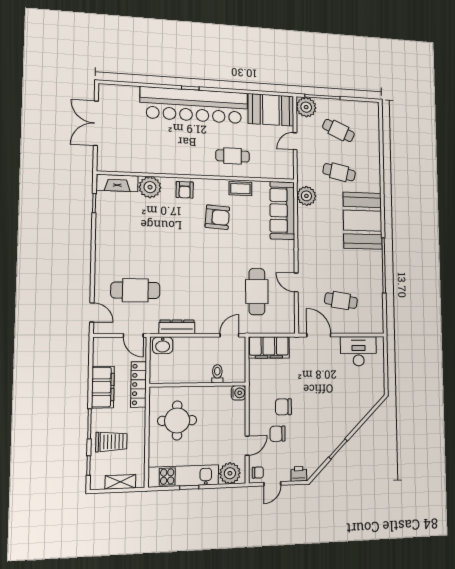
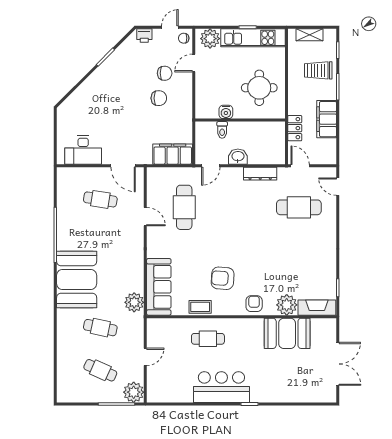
bar counter: (194, 105) -> (221, 387), width x0.54
booth: (271, 110) -> (287, 333), moved
washbasin: (163, 345) -> (238, 157), moved
locker: (139, 384) -> (295, 128), width x0.66
water cooler: (239, 393) -> (226, 112), moved, turned -90

